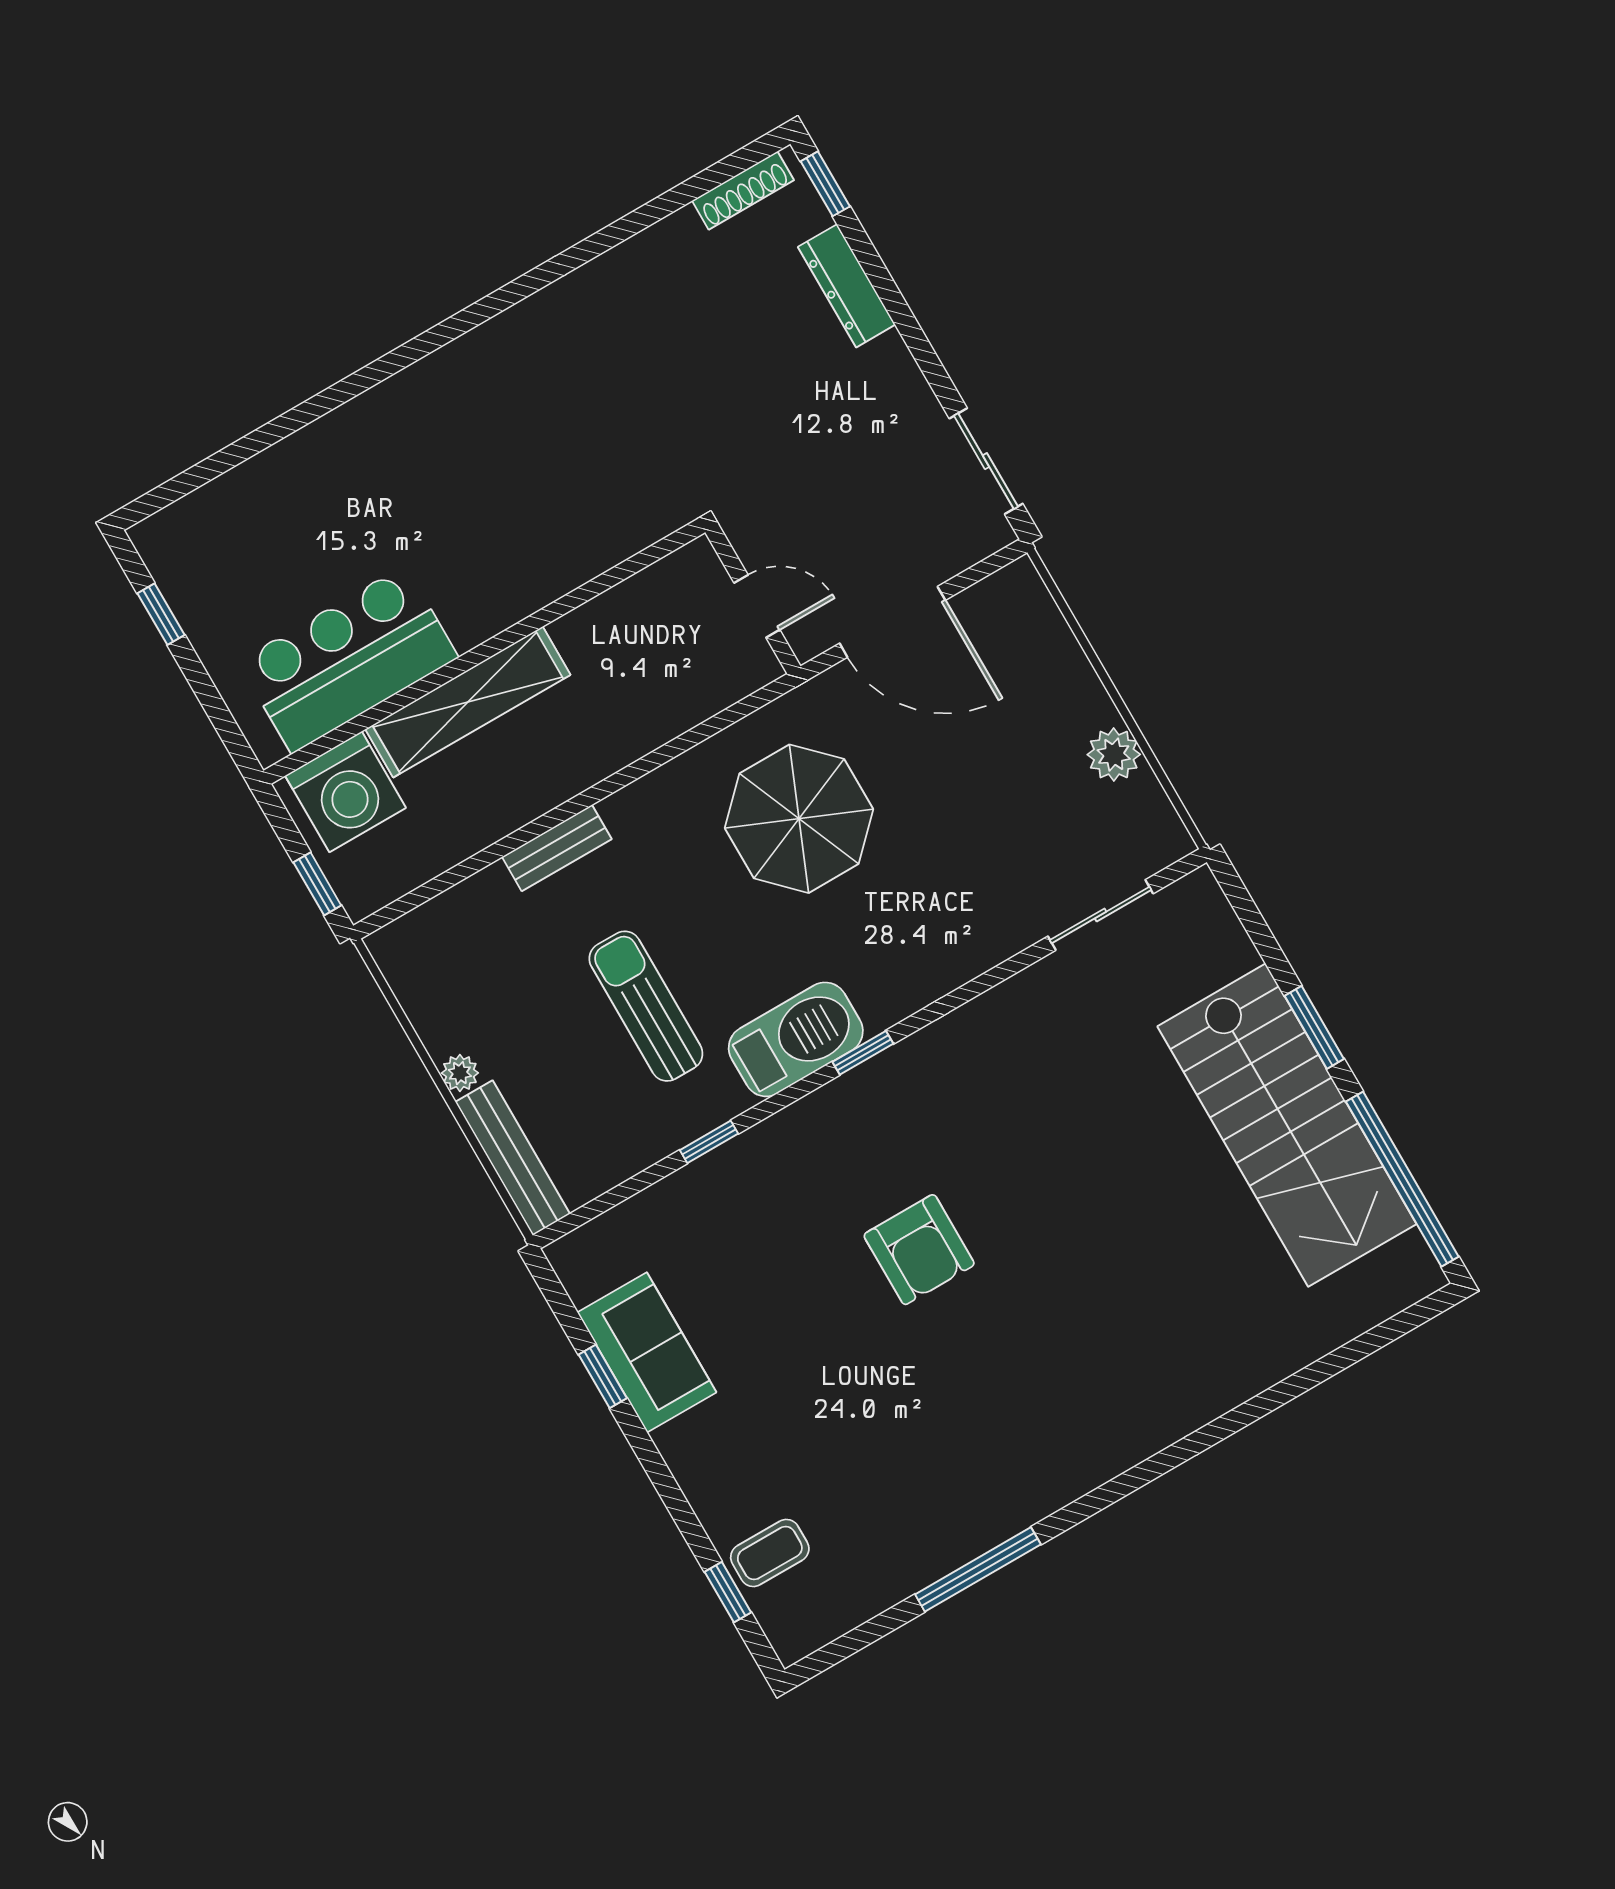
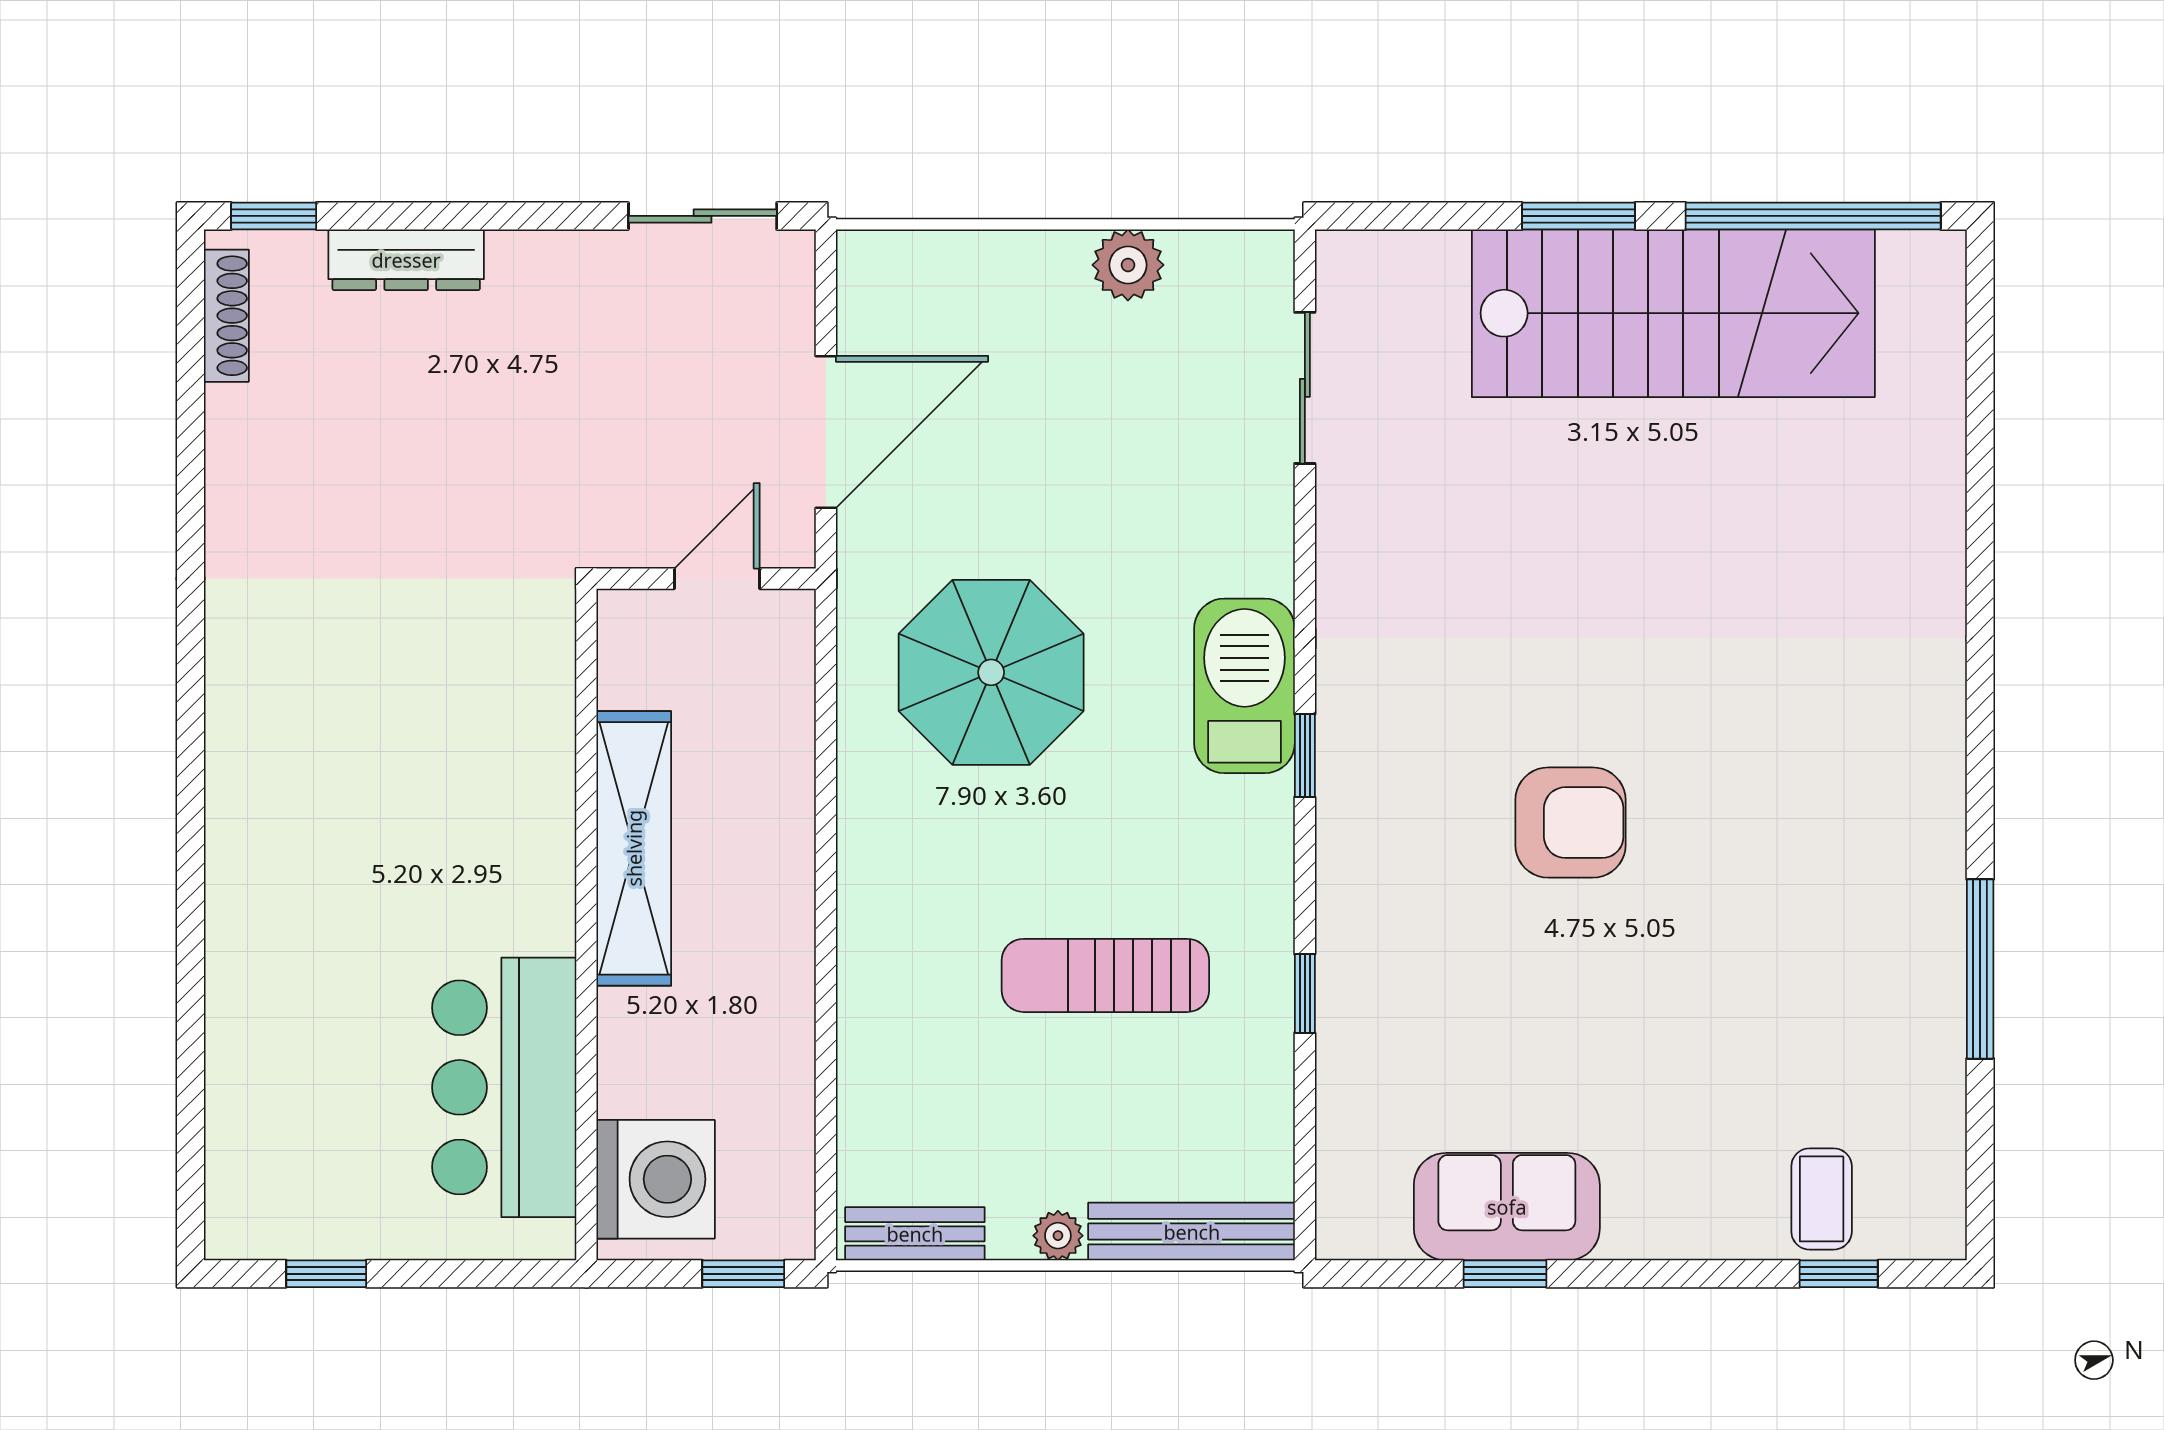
shelving: (468, 702) -> (634, 848), moved
bench: (557, 848) -> (915, 1234), moved, turned 90
barbecue: (796, 1039) -> (1244, 686), moved

